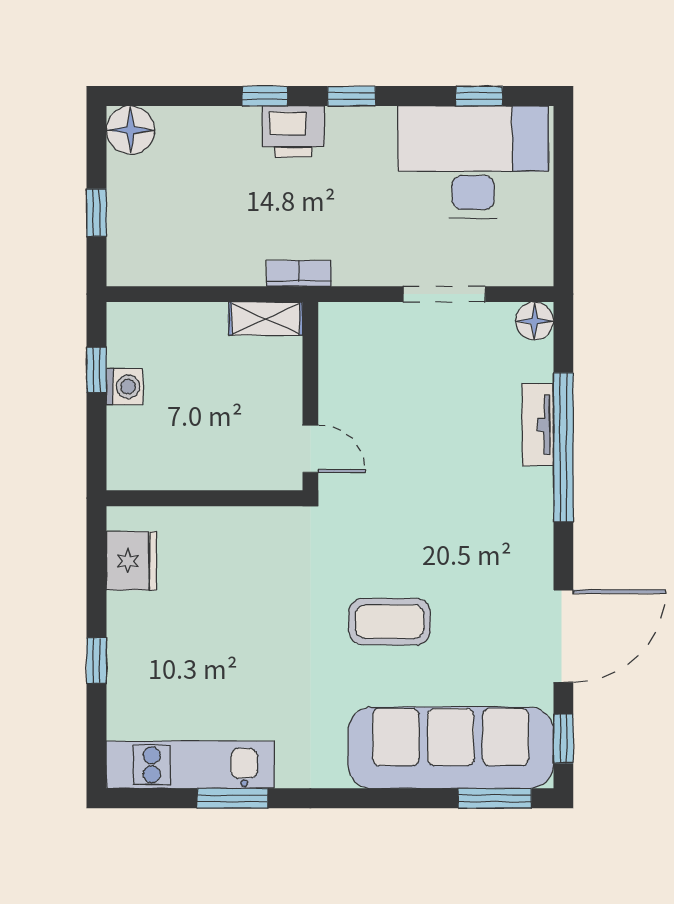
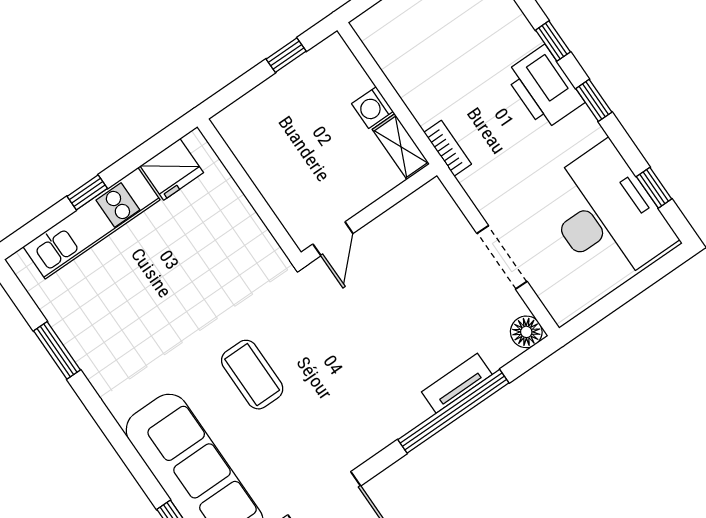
printer: (293, 132) -> (544, 88), width x1.37, depth x1.19
washing machine: (124, 387) -> (372, 108), moved, turned 90
kitchen unit: (190, 765) -> (91, 223), moved, turned 90

